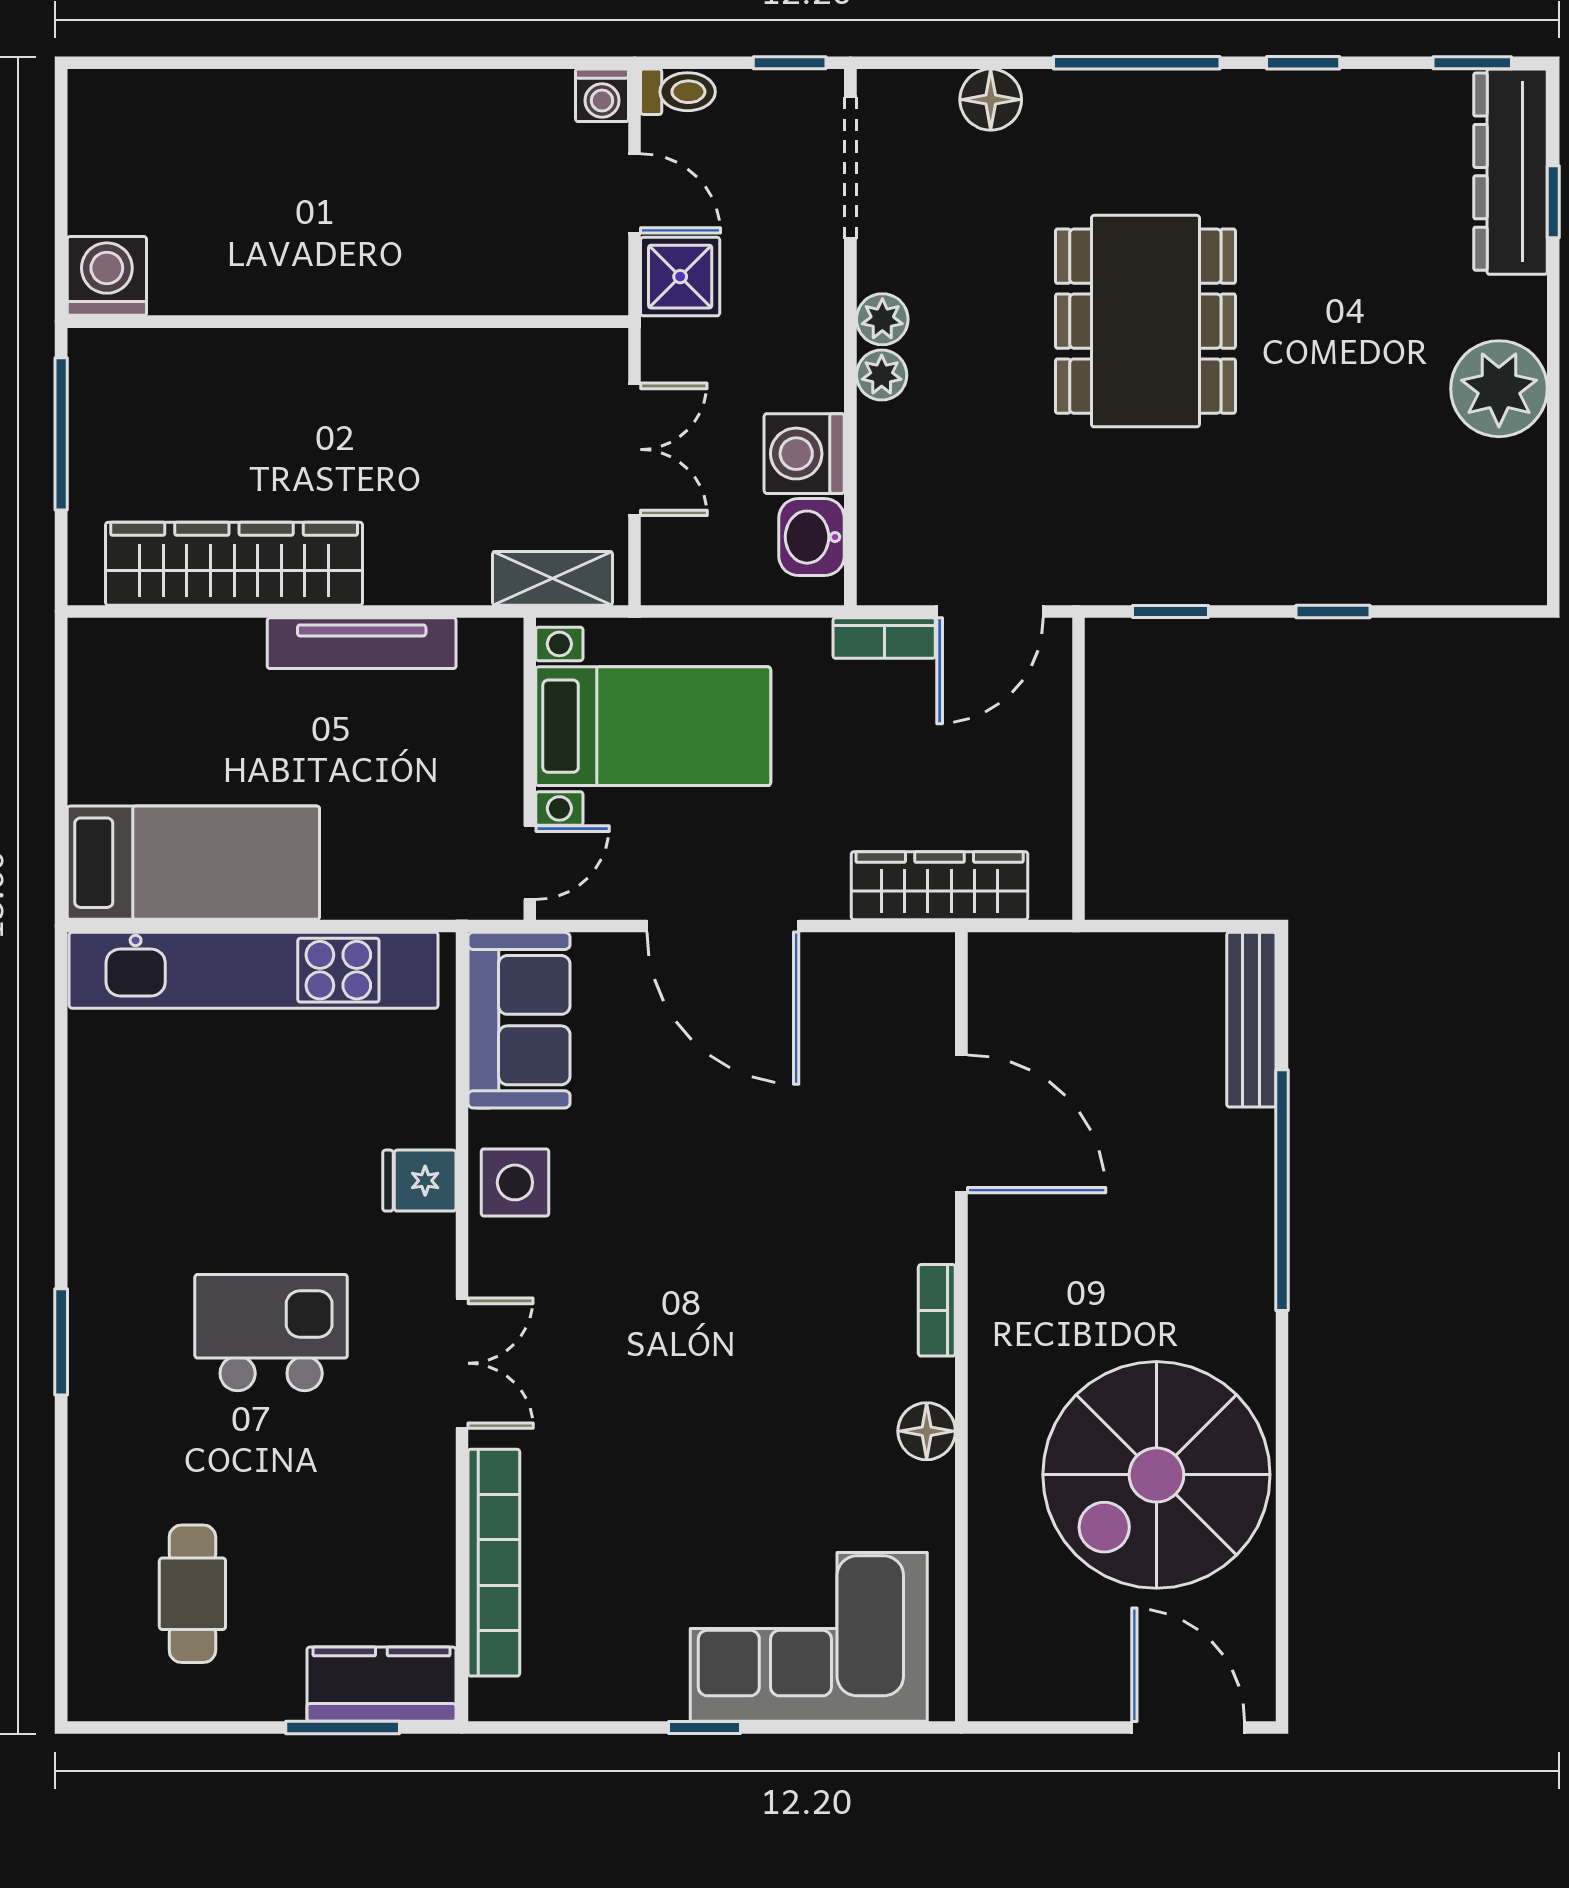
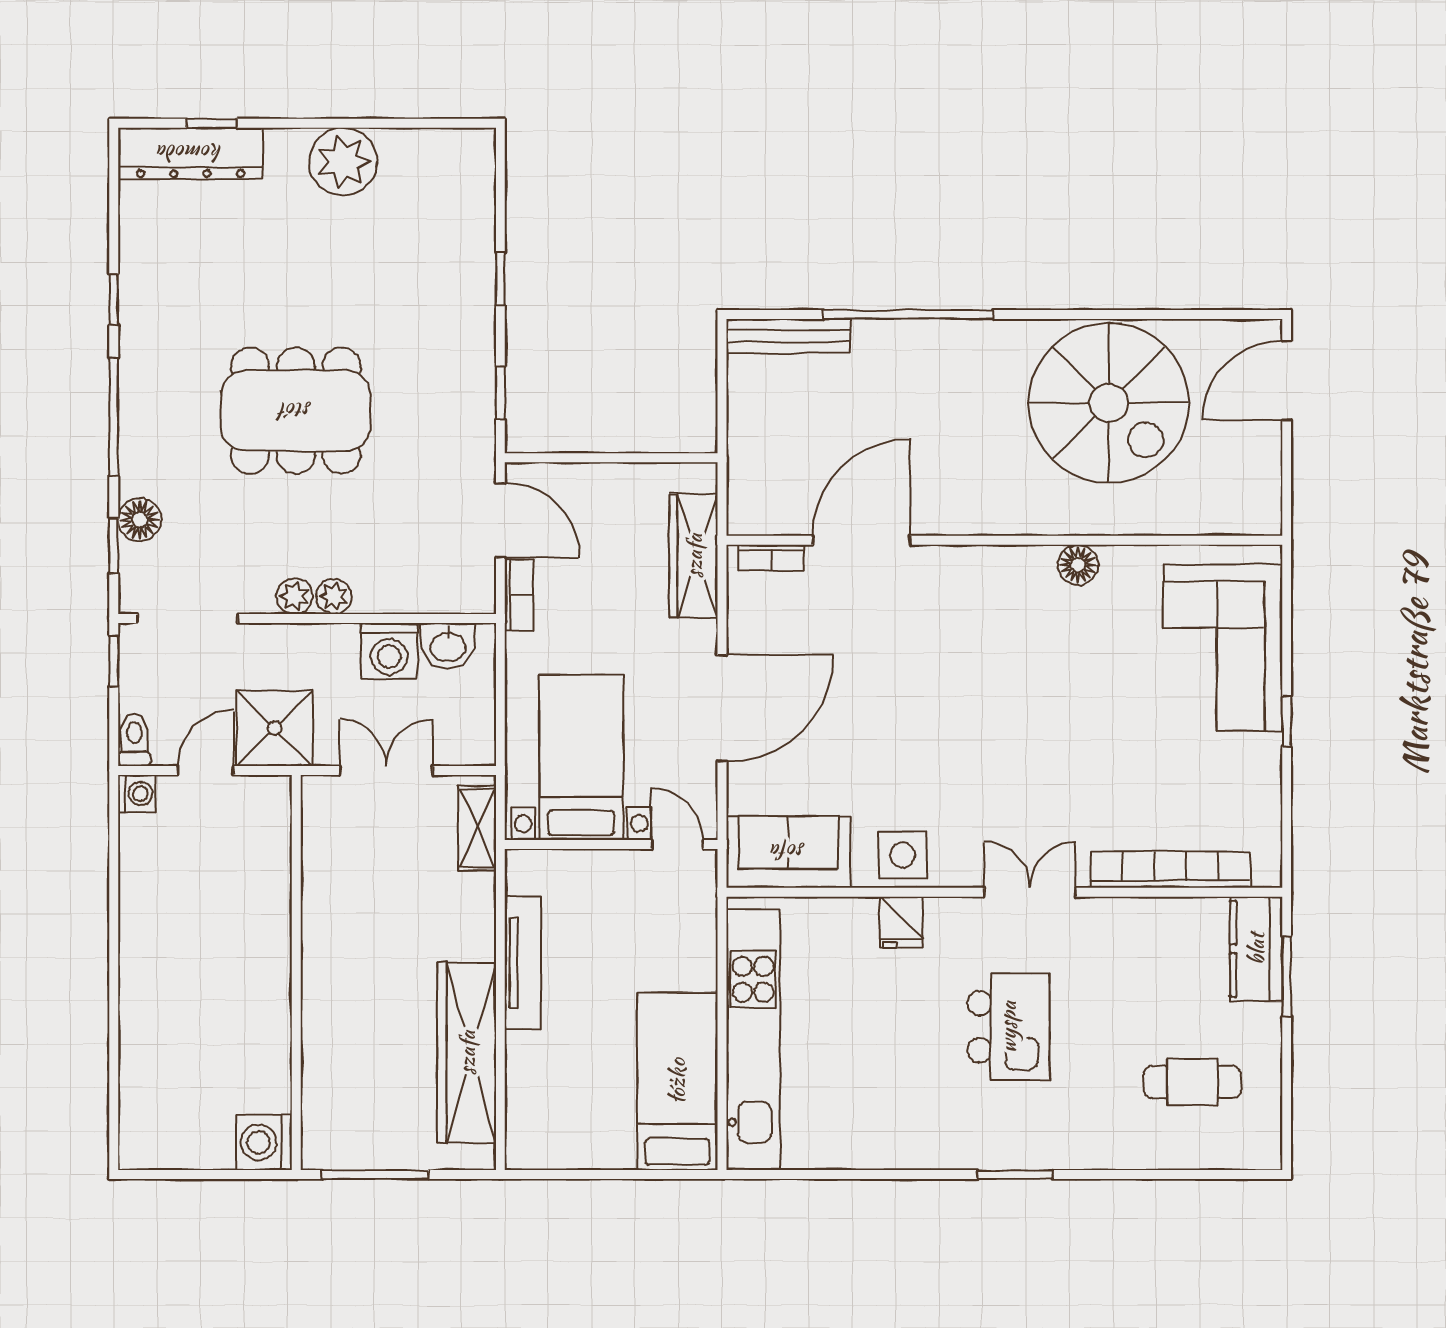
window: (1472, 63) -> (114, 546), moved
shower: (680, 277) -> (274, 728), width x1.36, depth x1.36
bookcase: (937, 1310) -> (771, 558), moved
kitchen island: (271, 1333) -> (1008, 1027), turned 180

